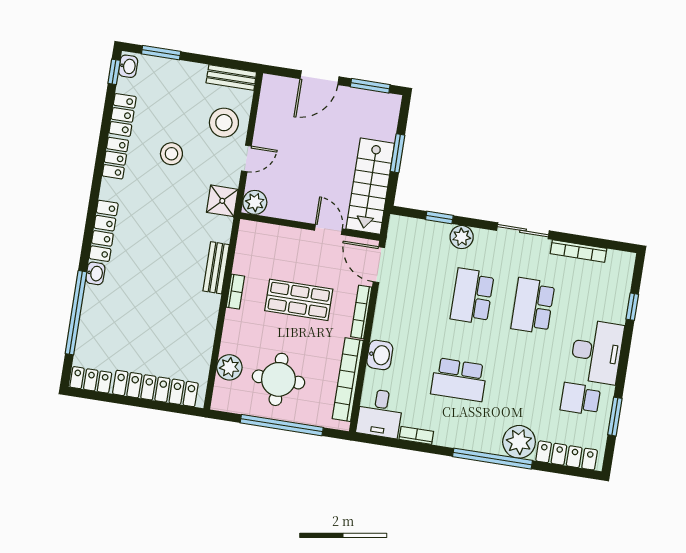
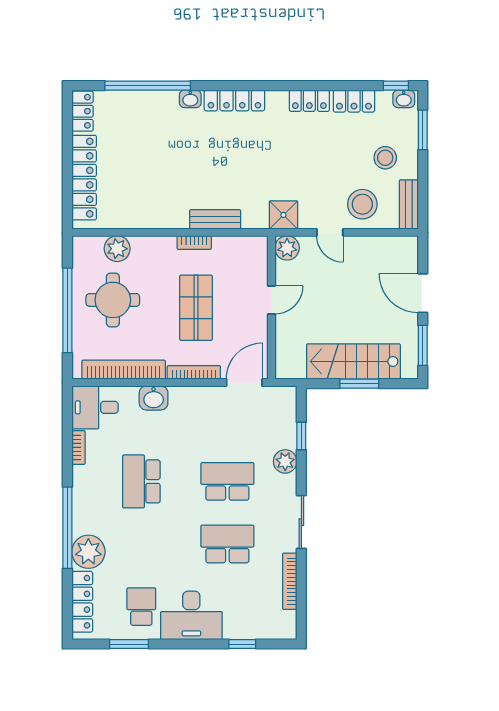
stool: (171, 154) -> (385, 158), moved
stairs: (370, 186) -> (353, 361), moved
door: (328, 229) -> (272, 300), moved

